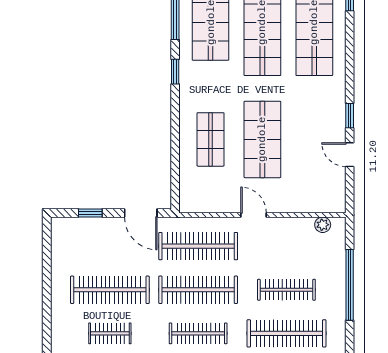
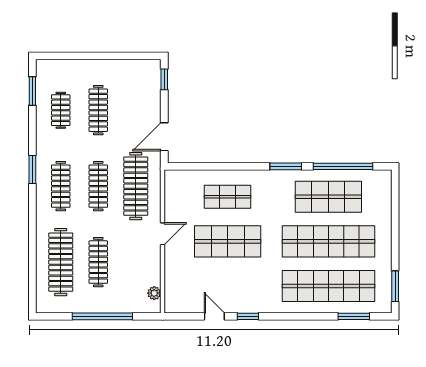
window: (175, 72) -> (286, 166), width x1.50
door: (350, 155) -> (214, 316), hinge flipped
window: (90, 213) -> (164, 79), moved
clothes rail: (110, 290) -> (98, 110), width x0.73, depth x0.76
clothes rail: (198, 290) -> (98, 186), width x0.73, depth x0.76

